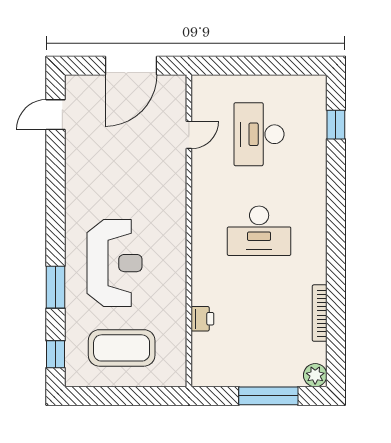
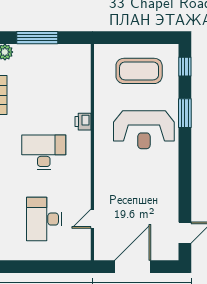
desk: (259, 134) -> (44, 219), turned 180
reception desk: (115, 263) -> (144, 130), turned -90
printer: (202, 319) -> (83, 122), moved

